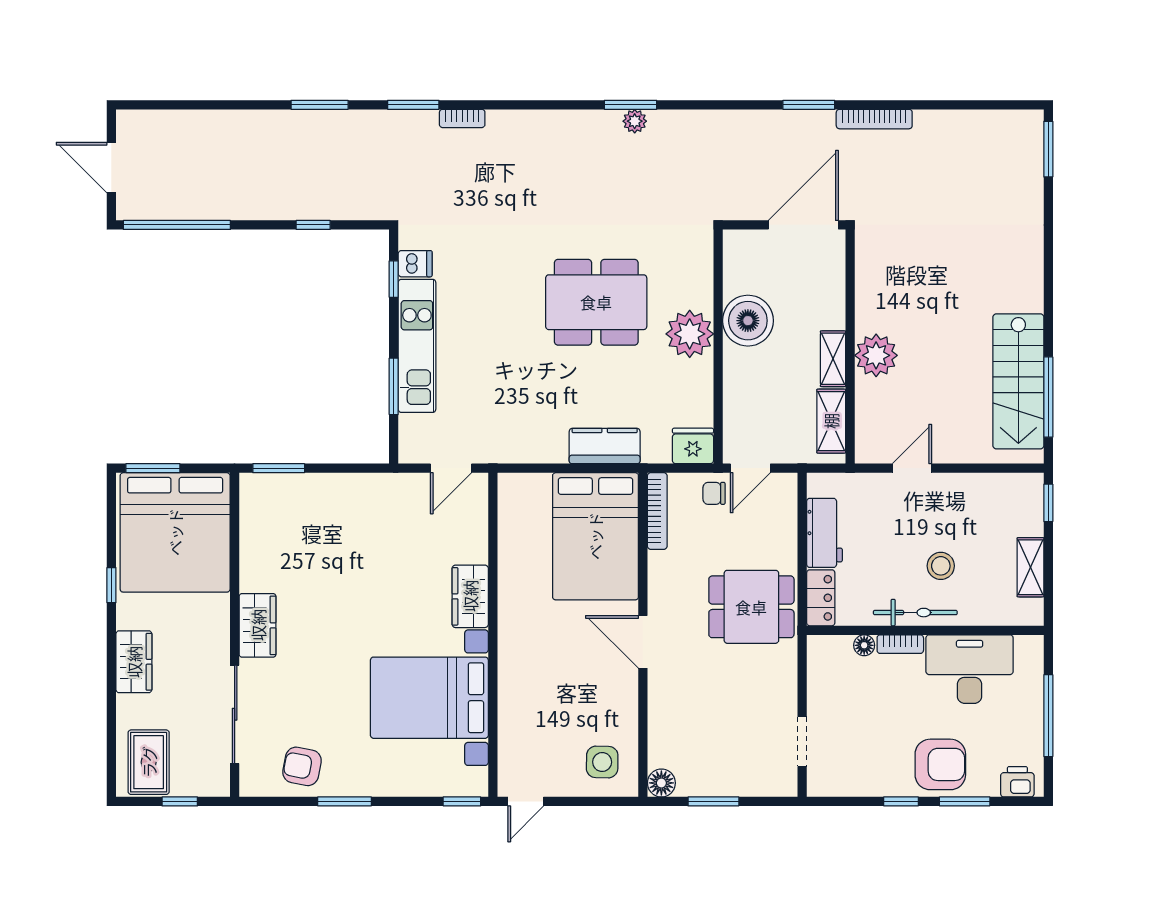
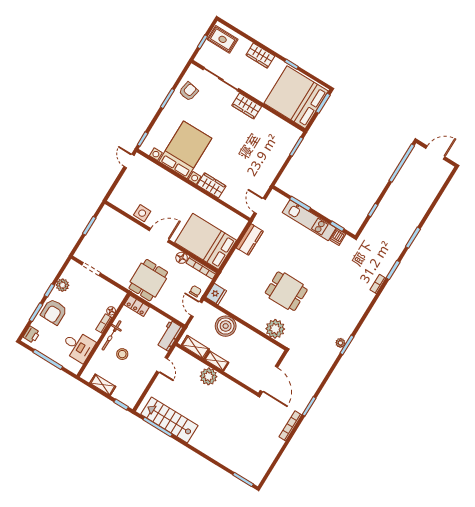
dining table: (596, 302) -> (286, 291), width x0.73
boiler: (748, 321) -> (226, 326), moved
plant: (690, 334) -> (275, 329), moved
kitchen counter: (605, 446) -> (250, 240), moved
workbench: (824, 533) -> (169, 336), moved, turned 90
desk: (970, 669) -> (78, 346), width x0.73
side table: (602, 762) -> (142, 213), moved
plant: (873, 781) -> (62, 285), added
floor lamp: (661, 783) -> (182, 258), moved

